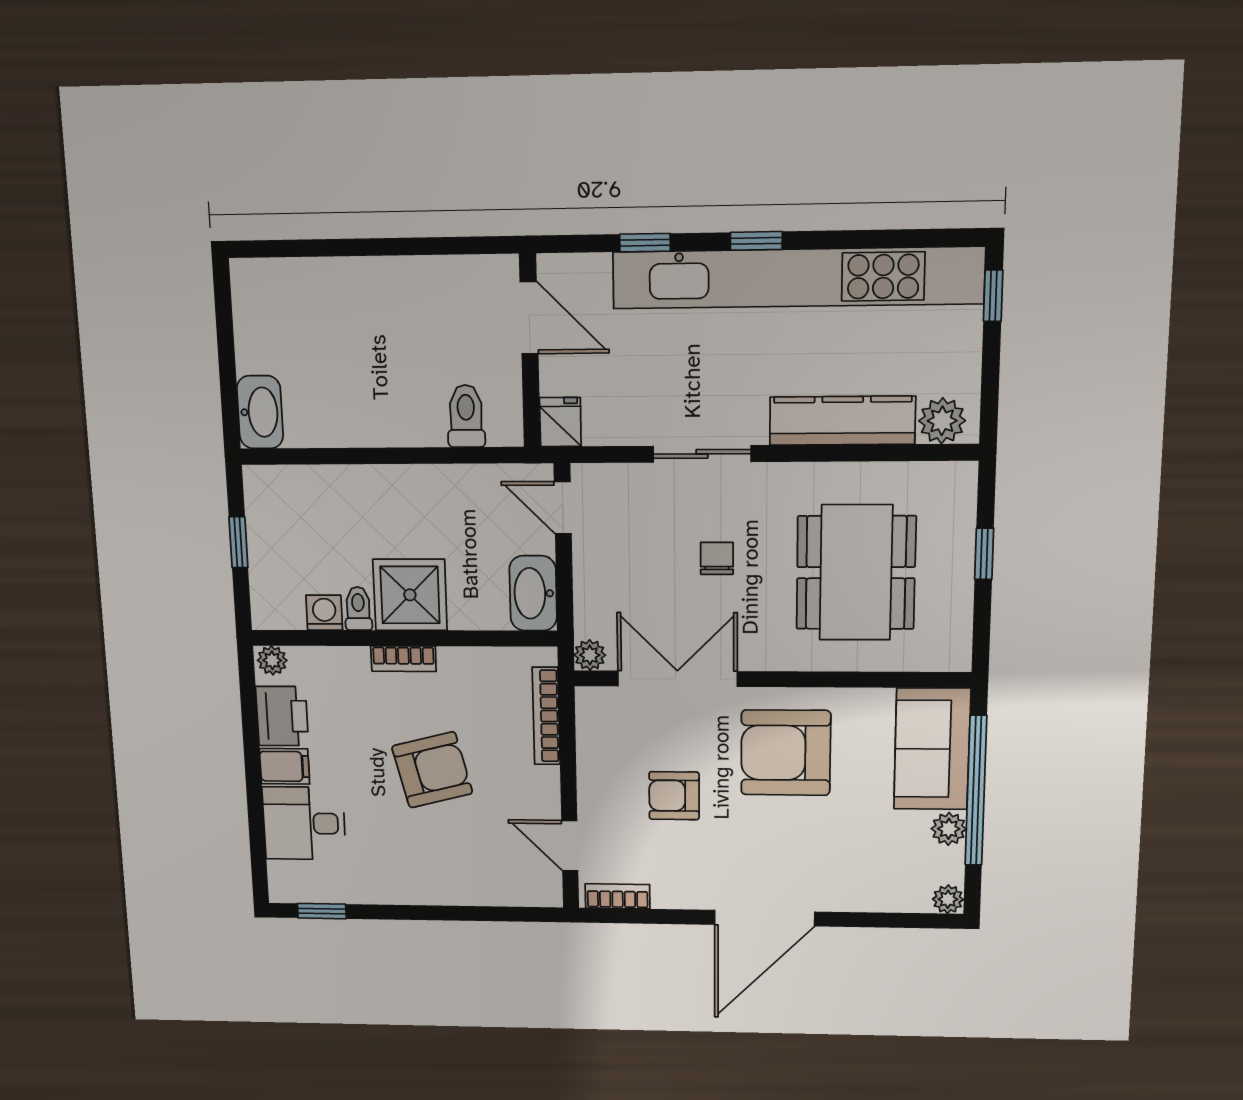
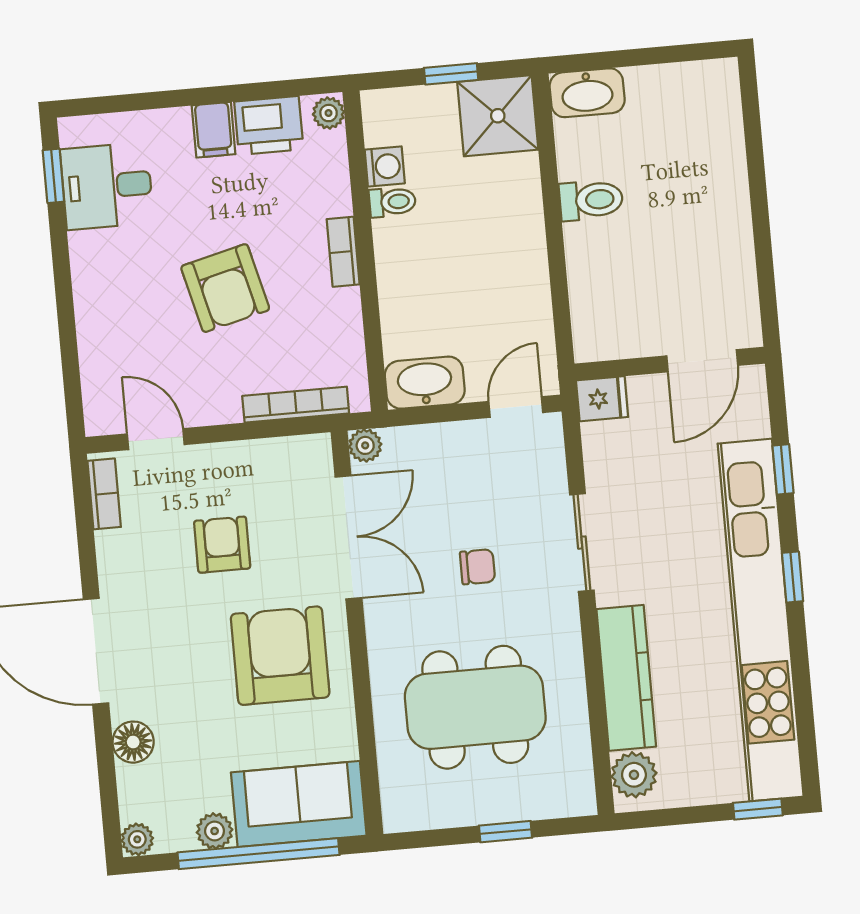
toilet: (466, 416) -> (591, 200), moved
shower: (410, 595) -> (498, 116), moved
desk: (304, 823) -> (107, 186), moved, turned -90
door: (570, 846) -> (156, 439), hinge flipped
floor lamp: (854, 894) -> (133, 742), added

